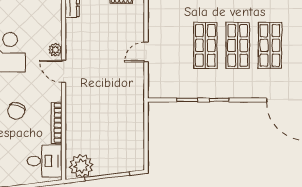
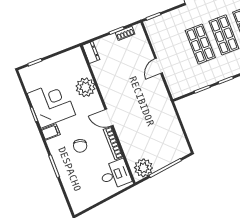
plant: (55, 50) -> (85, 87), width x1.87, depth x1.87
door: (64, 71) -> (109, 118), moved

